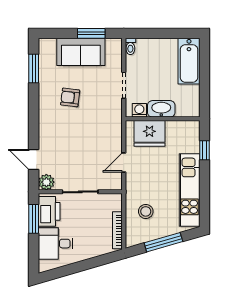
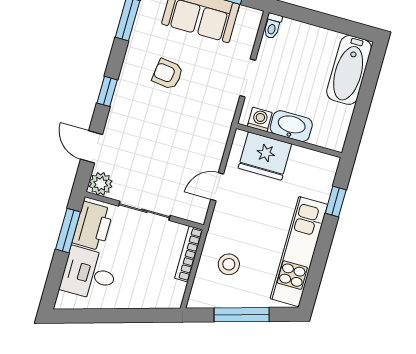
window: (34, 120) -> (107, 91), added
bookcase: (117, 230) -> (189, 254), moved

